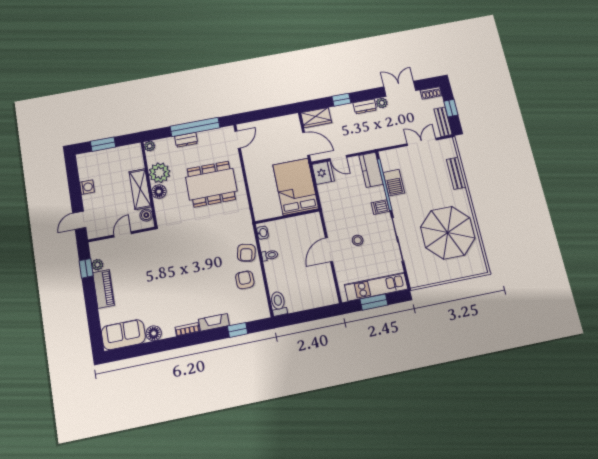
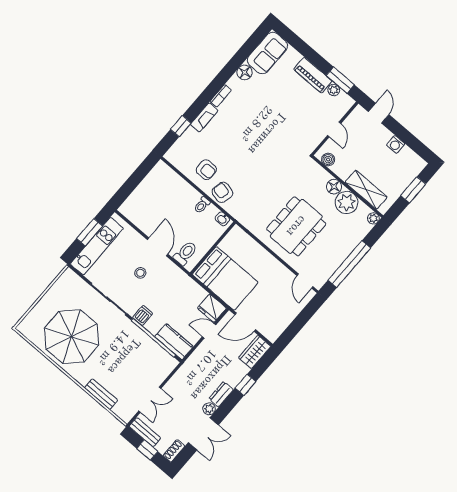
dresser: (186, 140) -> (348, 247), removed
barbecue: (394, 183) -> (147, 345), removed
shelving: (140, 189) -> (366, 190), moved
window: (86, 268) -> (340, 80), width x1.50
toilet: (278, 304) -> (185, 253), moved, turned -90

